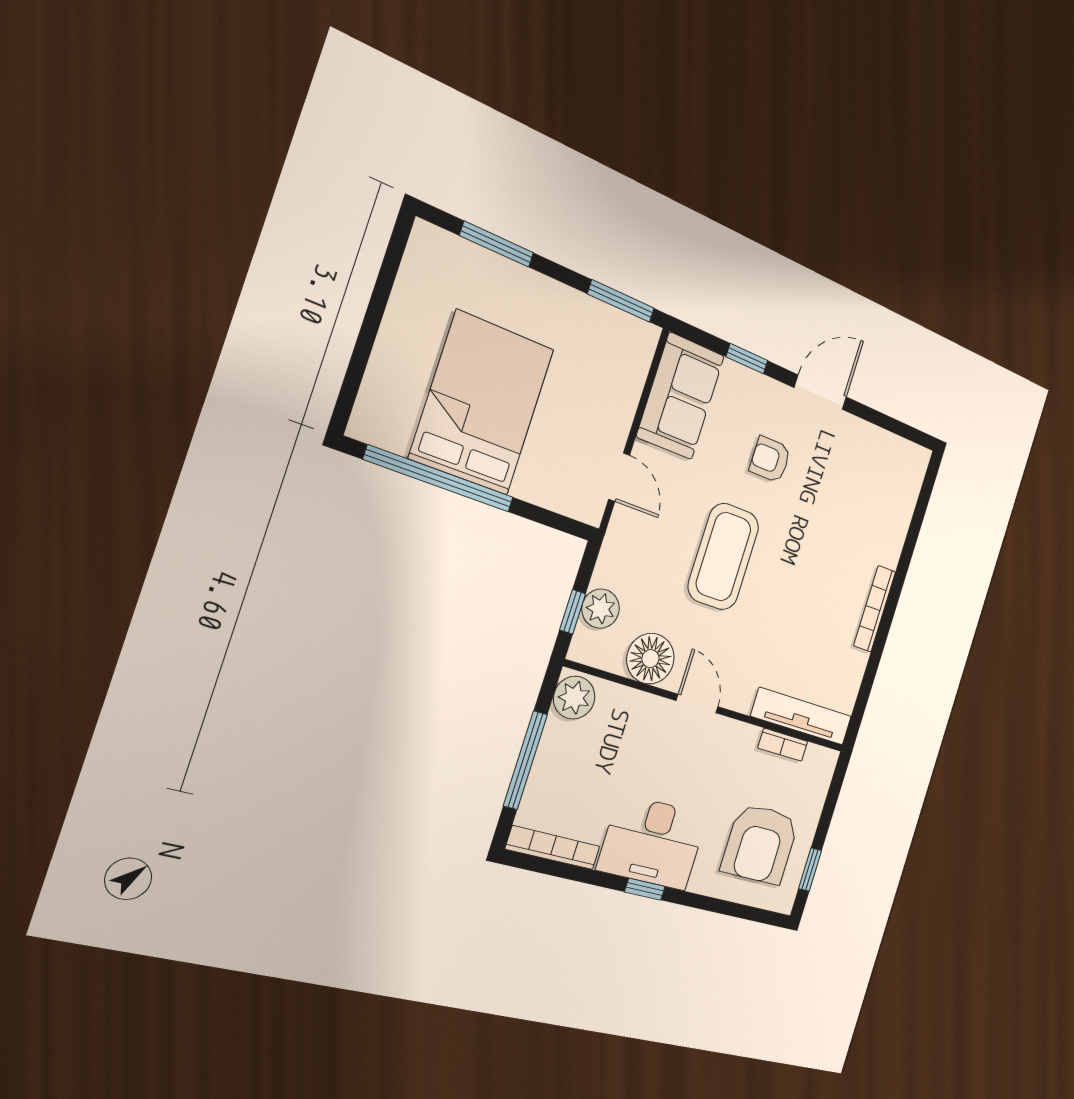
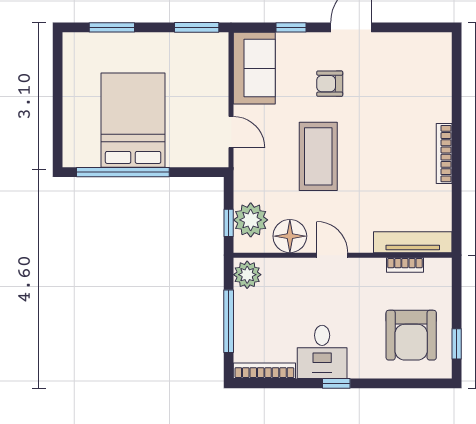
plant: (601, 609) -> (251, 220), width x1.36, depth x1.36
desk: (653, 842) -> (322, 352), width x0.73

